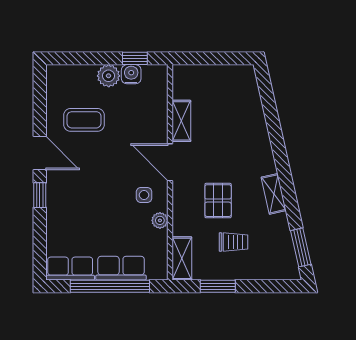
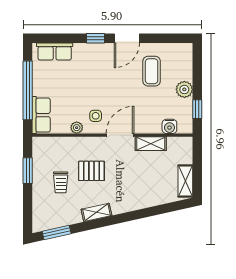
water cooler: (131, 74) -> (169, 126), moved, turned 90
shelving: (182, 258) -> (185, 181), moved, turned 90
row of seats: (121, 268) -> (41, 115), moved
row of seats: (70, 269) -> (55, 51), moved, turned 90

